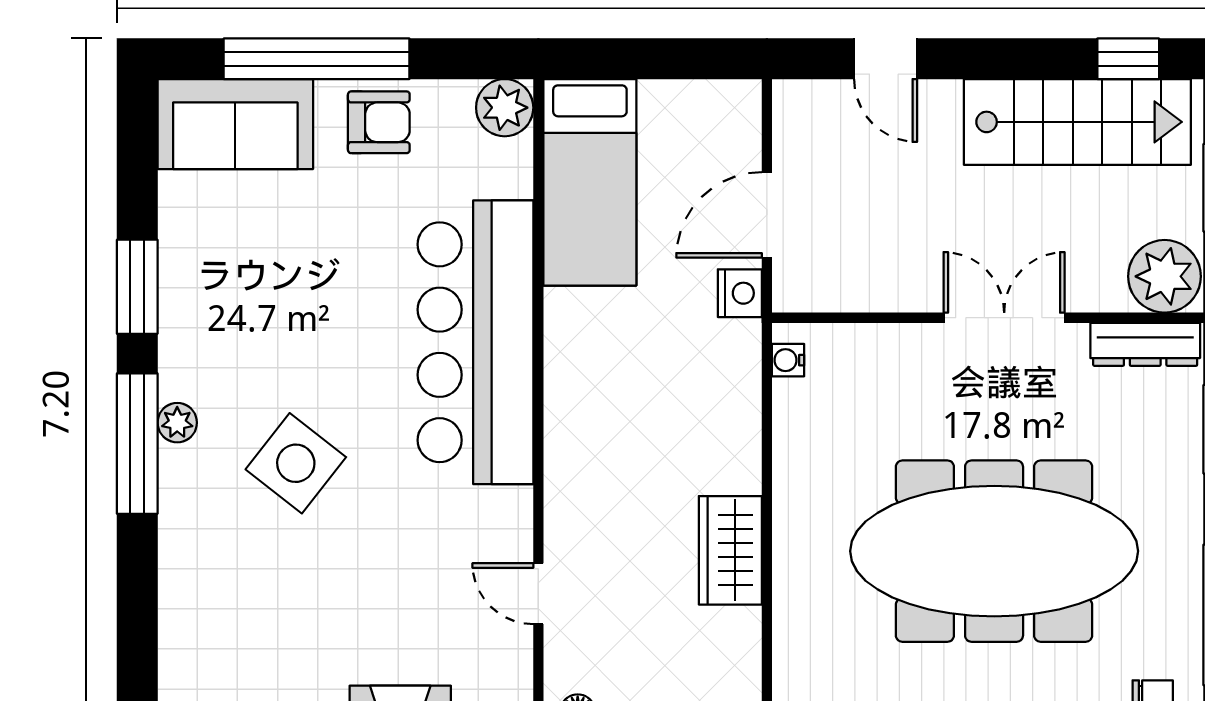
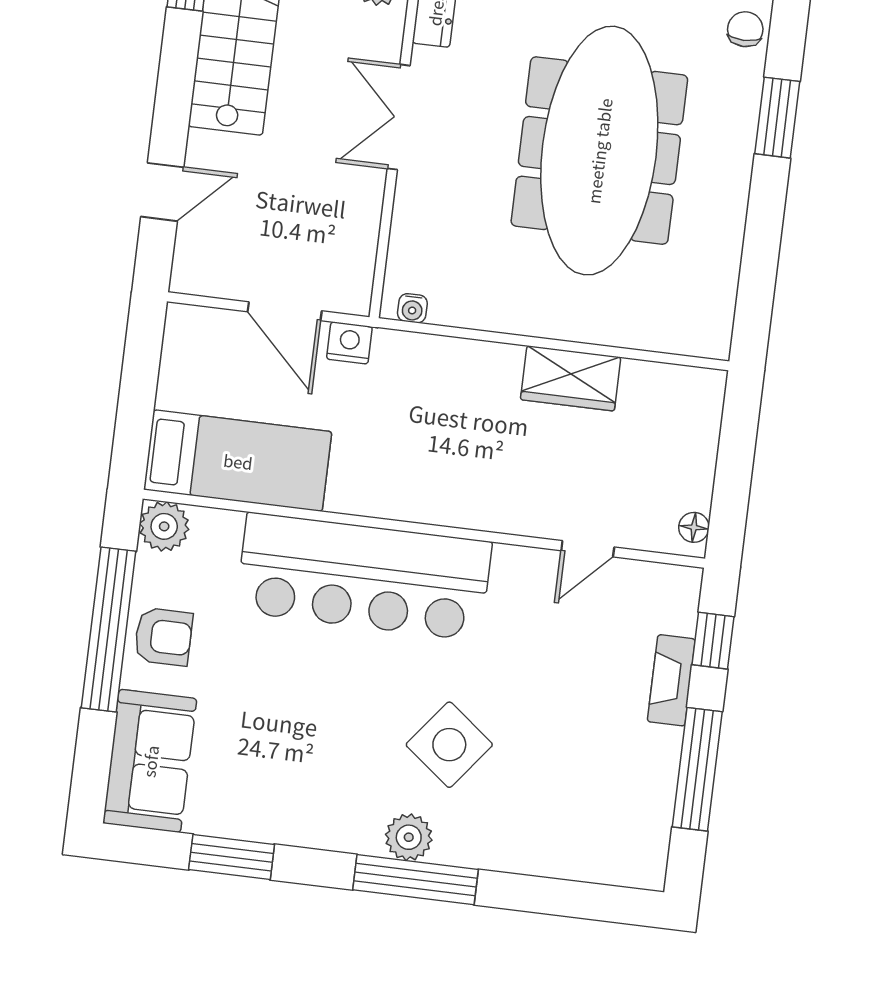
window: (317, 59) -> (109, 629), moved
armchair: (379, 122) -> (163, 637), turned 90
window: (137, 287) -> (232, 857), moved
plant: (177, 423) -> (409, 837), width x1.38, depth x1.38

